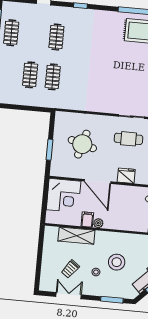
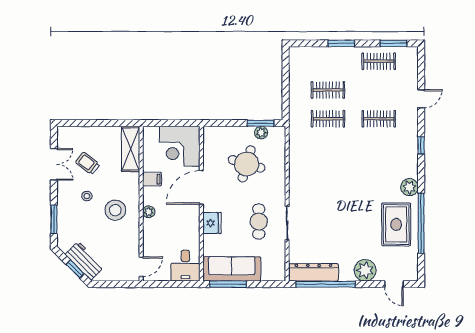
plant: (112, 18) -> (409, 187), added
plant: (59, 131) -> (261, 133), added
window: (49, 150) -> (261, 123), moved
plant: (98, 223) -> (149, 212), moved
shelving: (76, 236) -> (131, 149), moved
stool: (117, 262) -> (115, 210), moved

